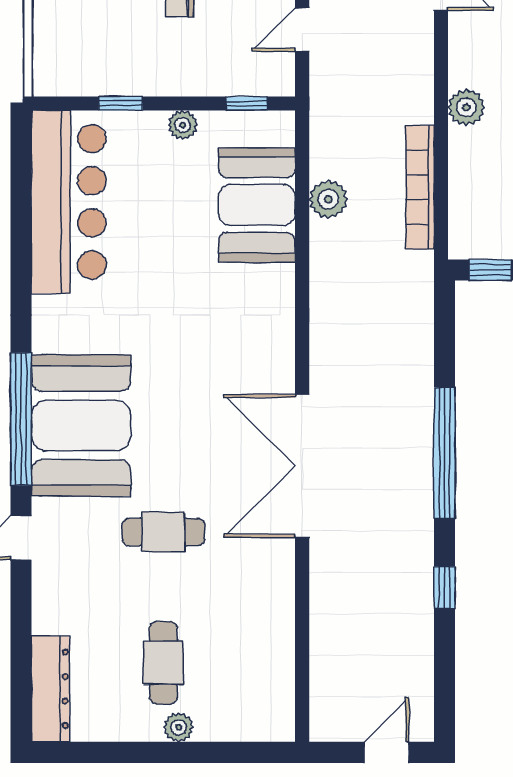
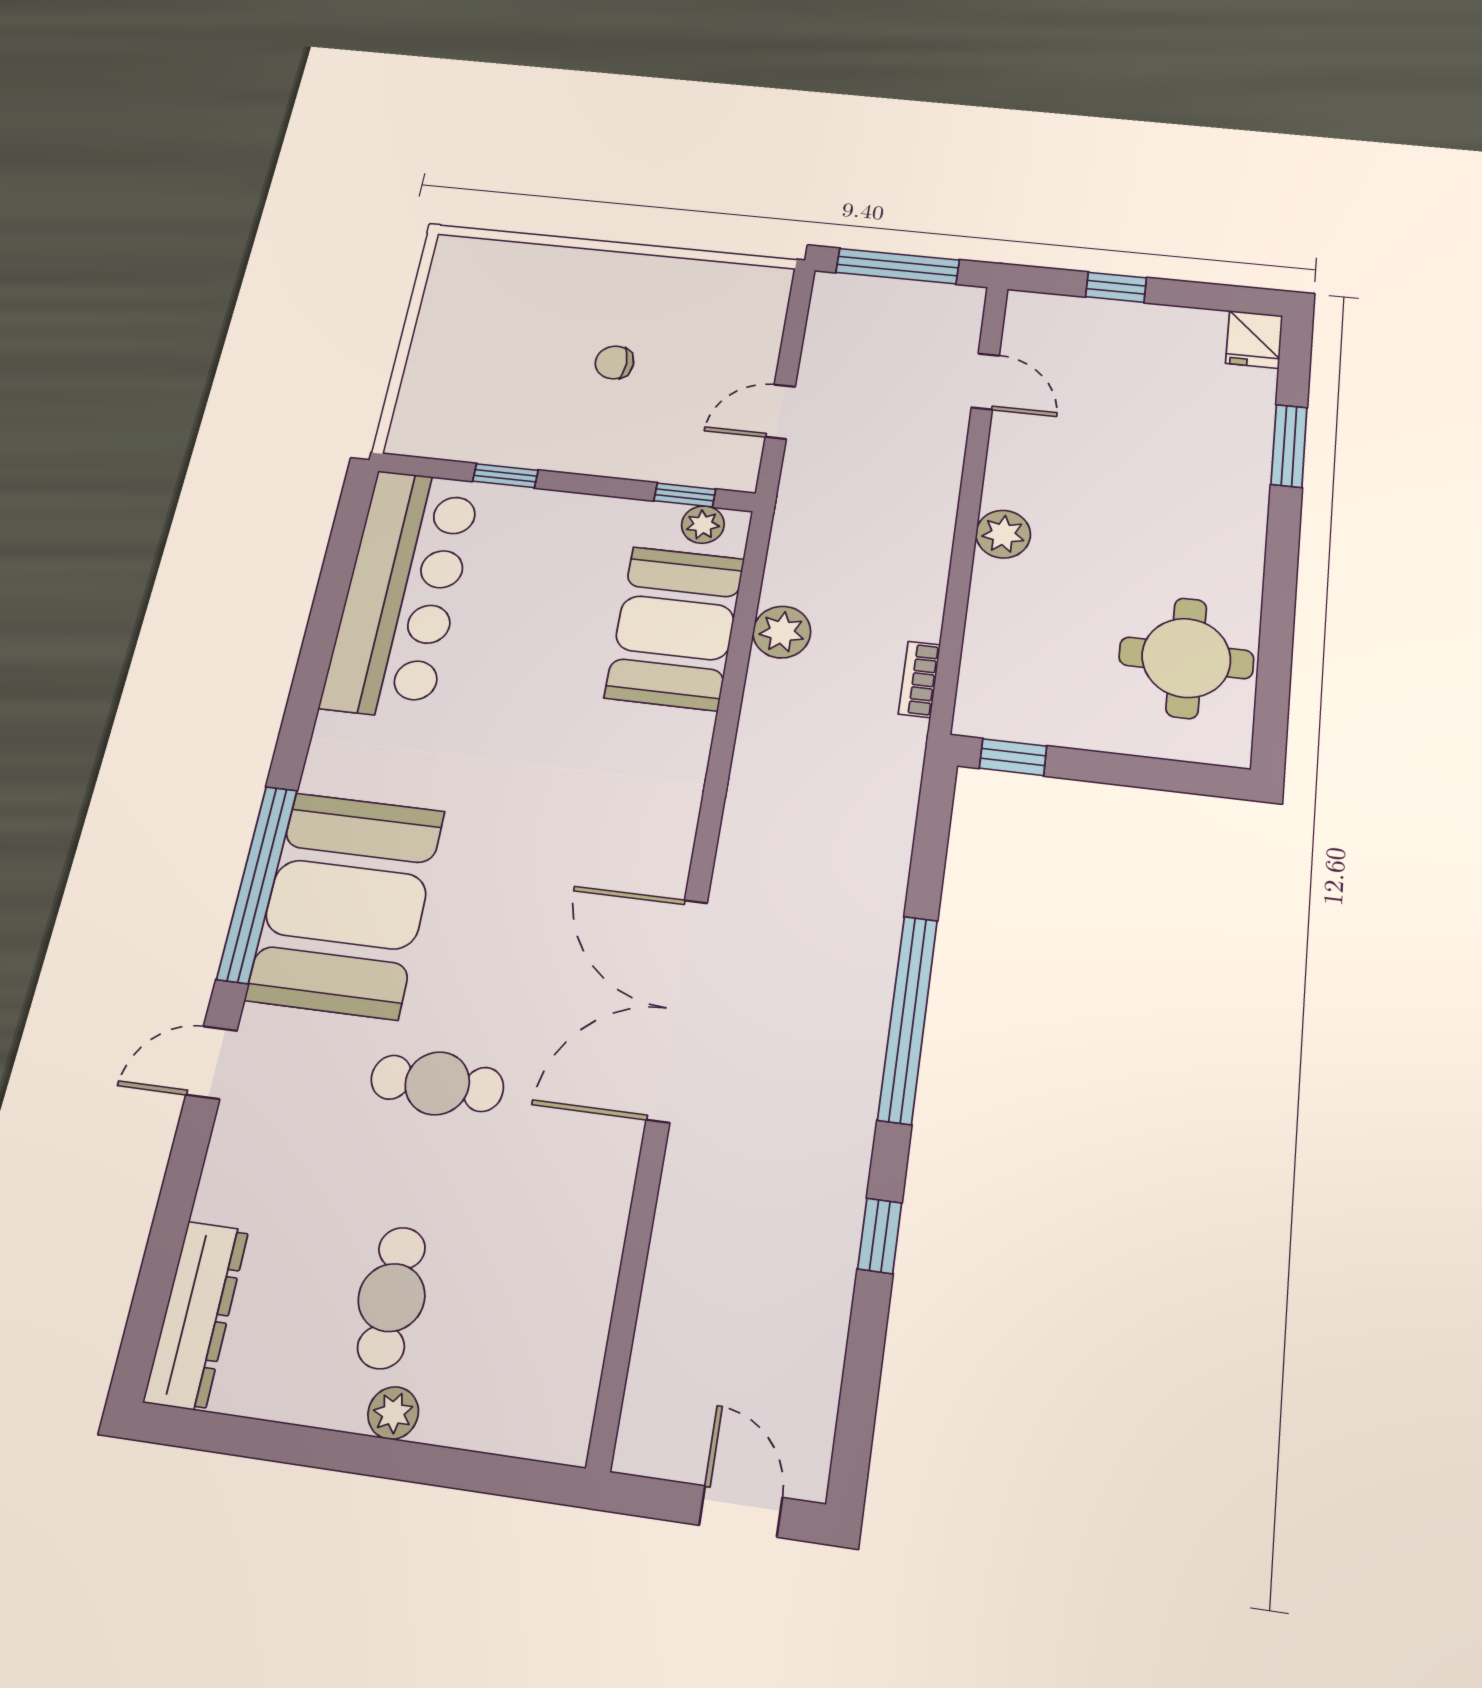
plant: (183, 125) -> (703, 525), moved
bookcase: (420, 187) -> (919, 679), width x0.43, depth x0.76
door: (387, 752) -> (741, 1511), hinge flipped

